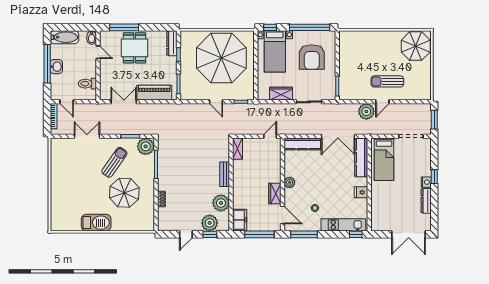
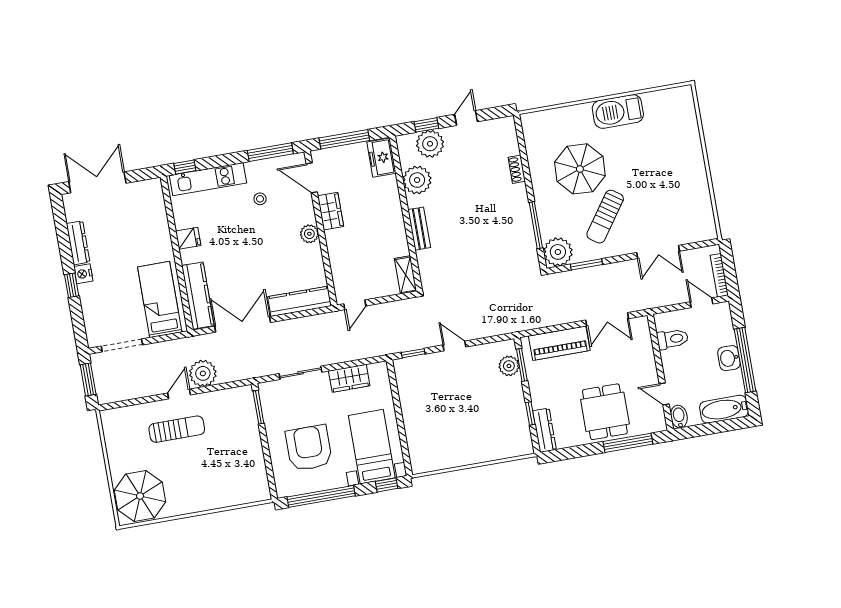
parasol: (221, 58) -> (458, 420), removed
plant: (186, 85) -> (509, 366), added

